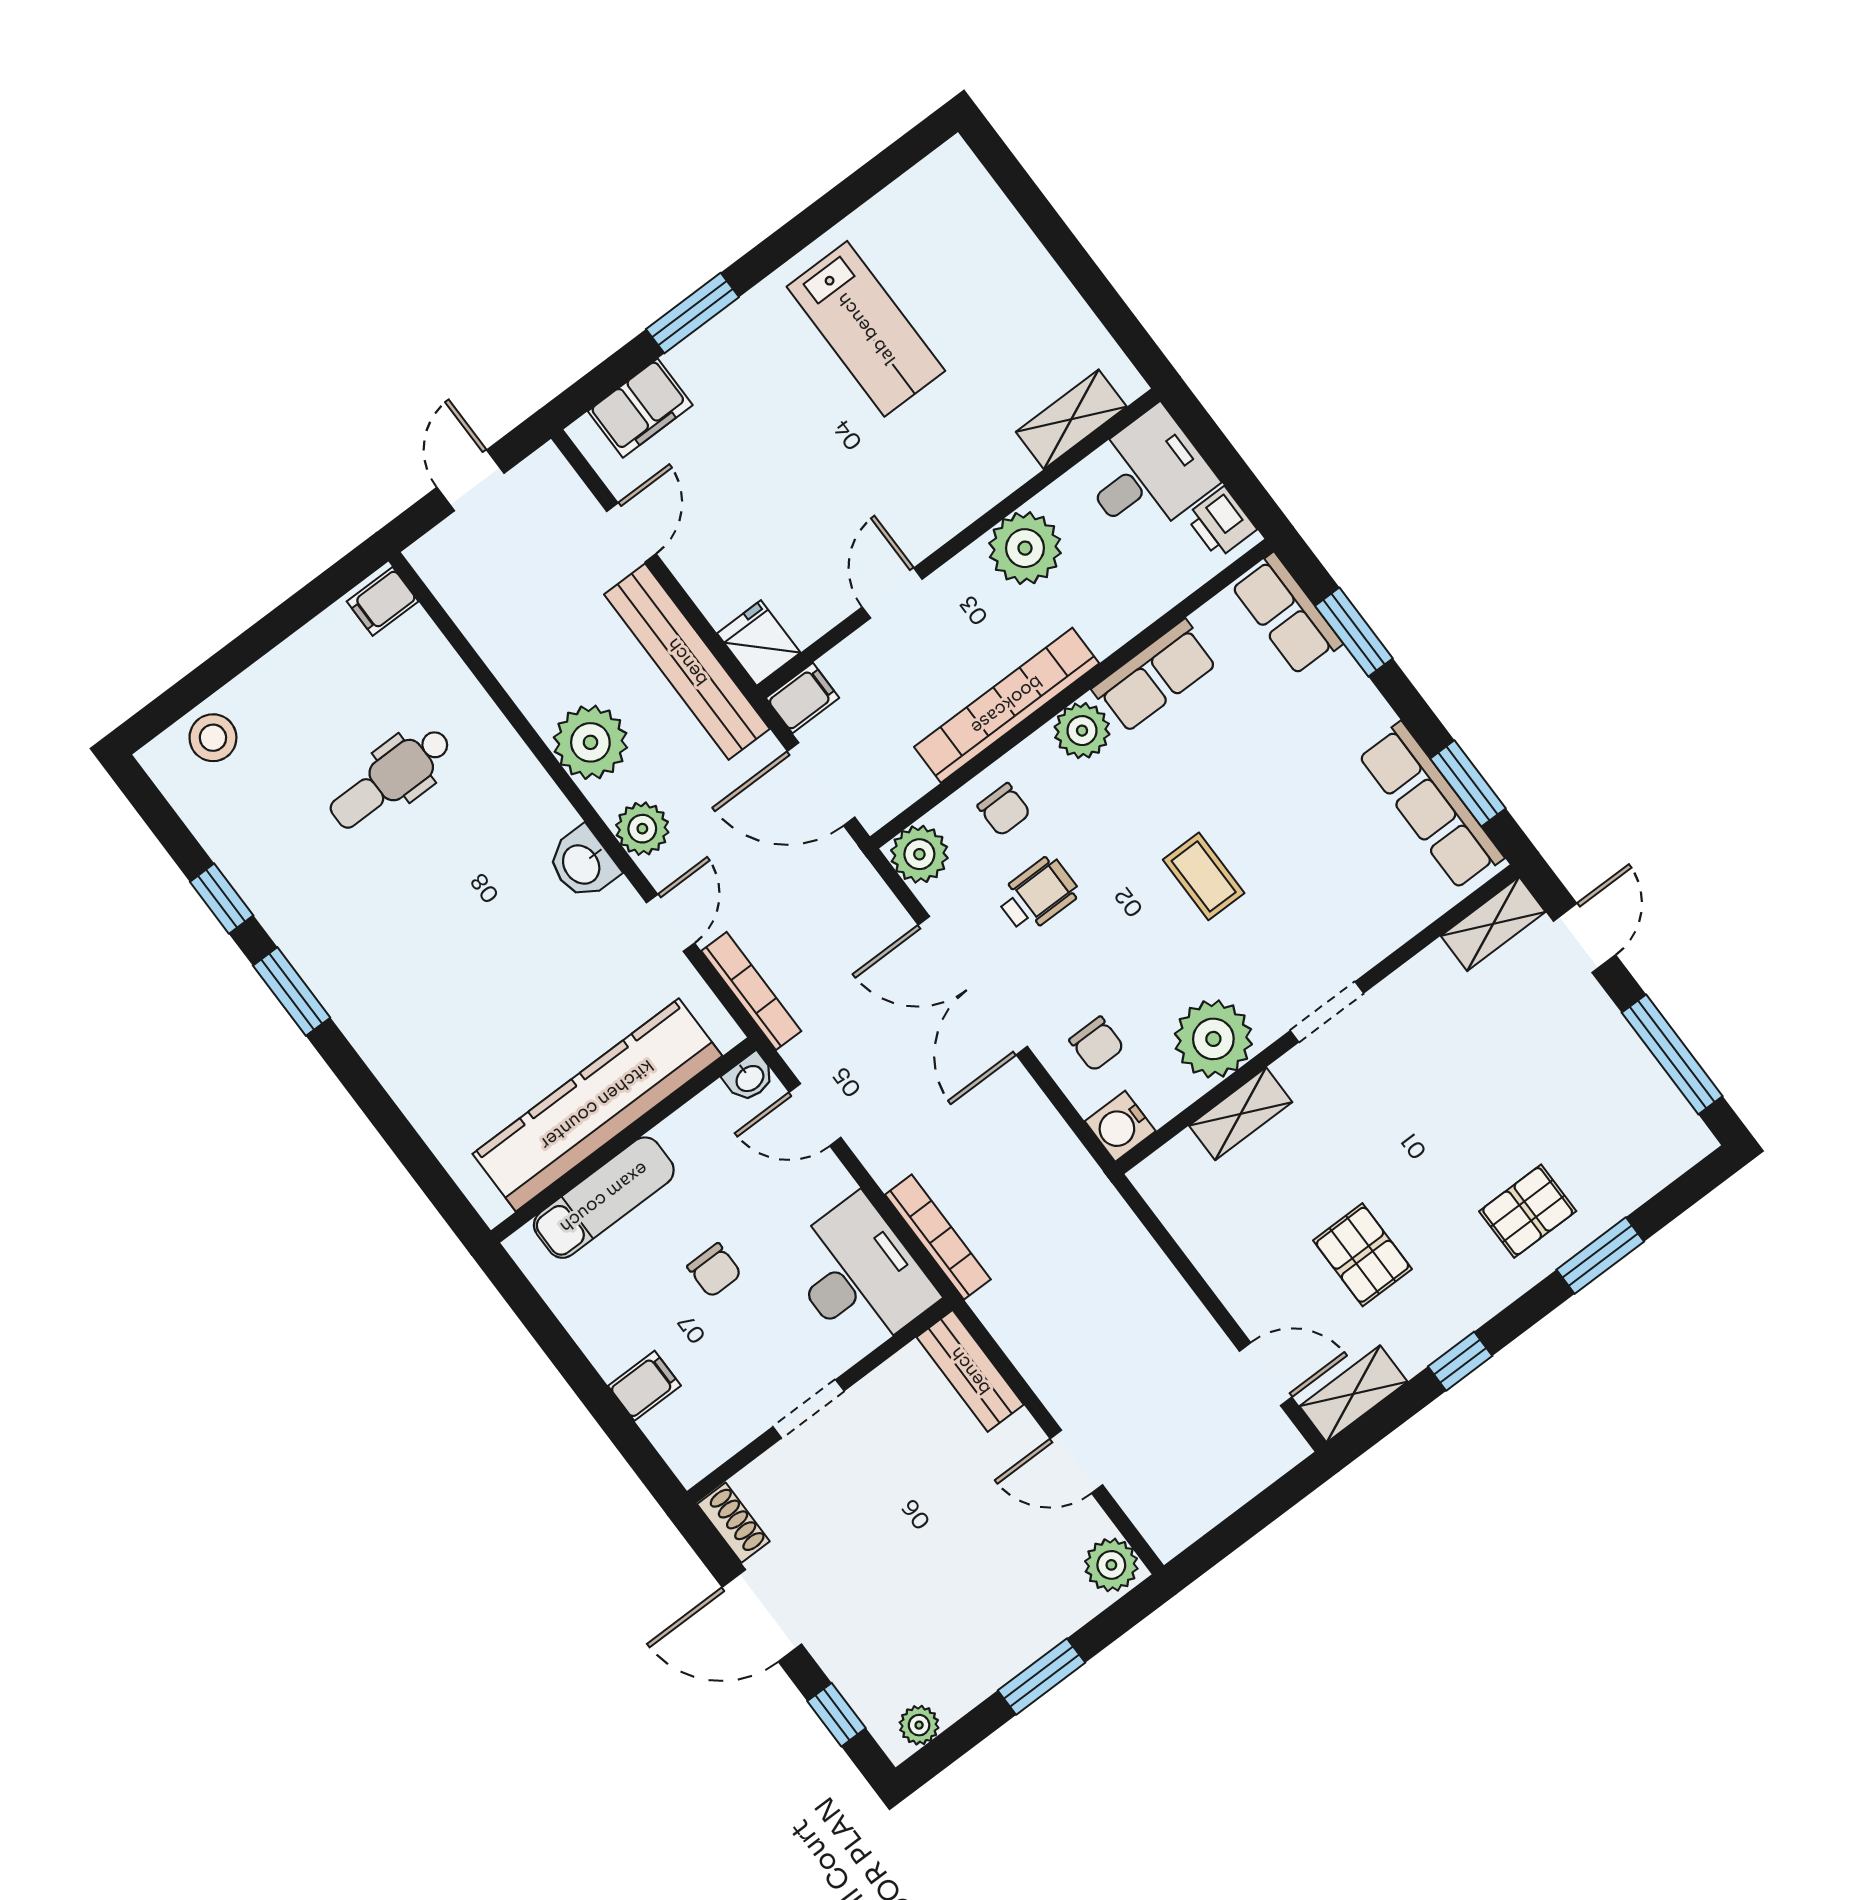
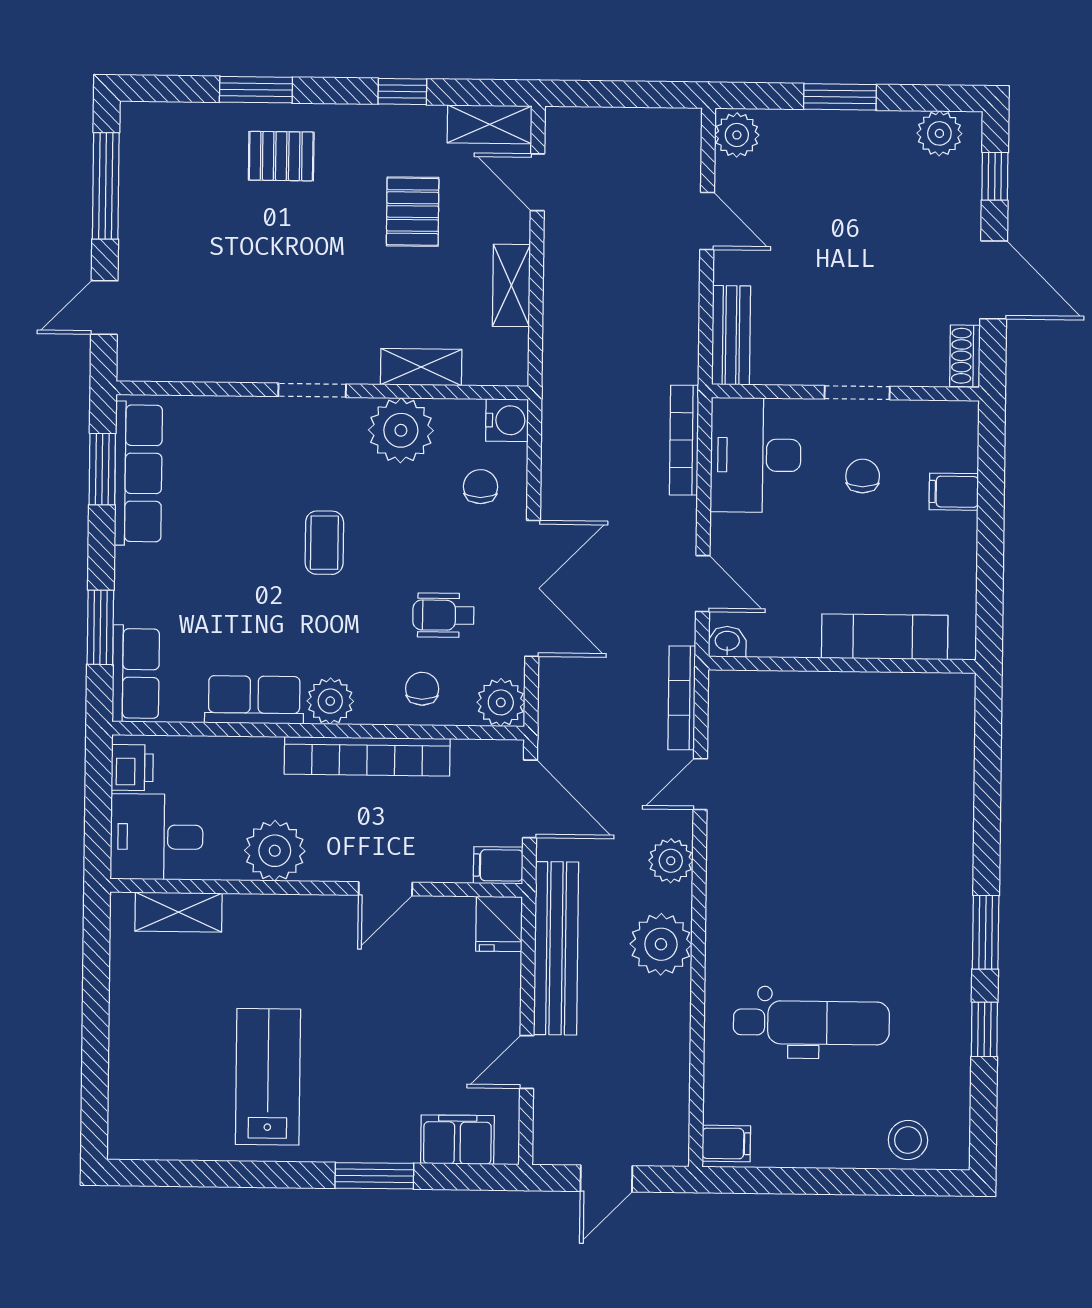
dental chair: (390, 778) -> (811, 1023), width x1.36, depth x1.38
washbasin: (582, 864) -> (728, 868), removed
shelving: (1493, 924) -> (511, 285), moved, turned 90
kitchen counter: (597, 1105) -> (841, 701), removed
chair: (714, 1270) -> (863, 476), moved
plant: (919, 1725) -> (939, 133), width x1.38, depth x1.38

